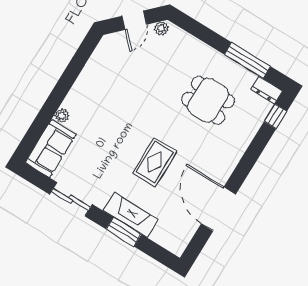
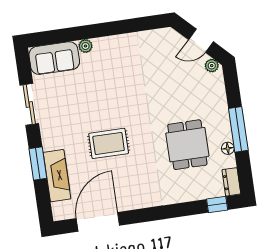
window: (247, 61) -> (238, 129), moved
floor lamp: (238, 71) -> (228, 148), added
door: (219, 209) -> (98, 222), moved
fireplace: (131, 215) -> (57, 176), moved

